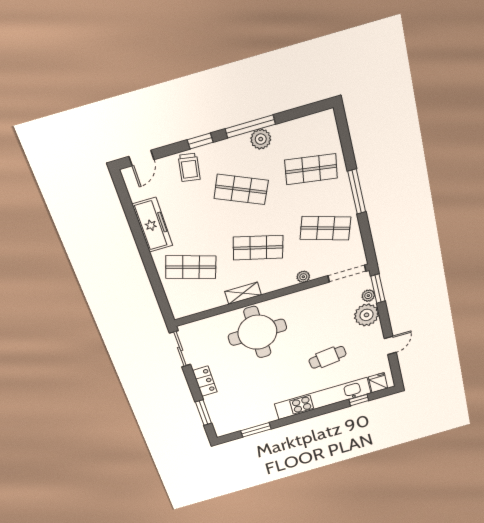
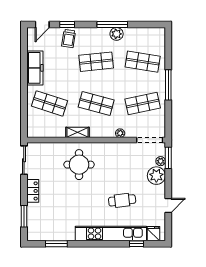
window: (200, 141) -> (67, 25), moved
shop shelf: (241, 189) -> (96, 62), turned -30
shop shelf: (325, 228) -> (143, 103), turned -30
round table: (257, 332) -> (79, 165), width x0.73, depth x0.73

